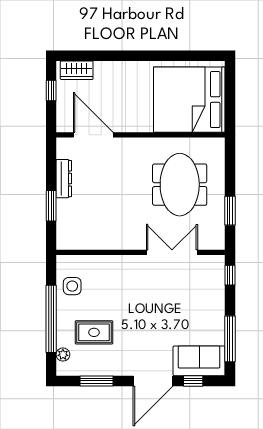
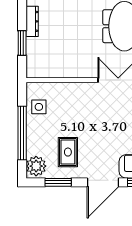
rug: (94, 332) -> (68, 152), moved, turned 90
plant: (63, 355) -> (36, 166), width x1.88, depth x1.88

